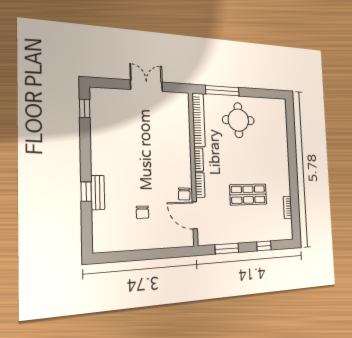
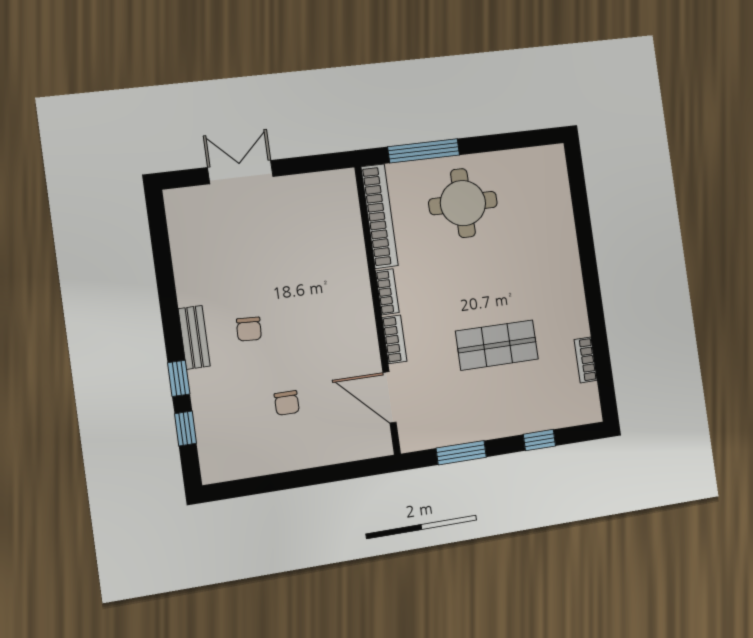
double door: (146, 86) -> (240, 172), moved
window: (85, 108) -> (186, 429), moved
bench: (98, 193) -> (194, 337), moved
chair: (184, 194) -> (249, 329), moved

